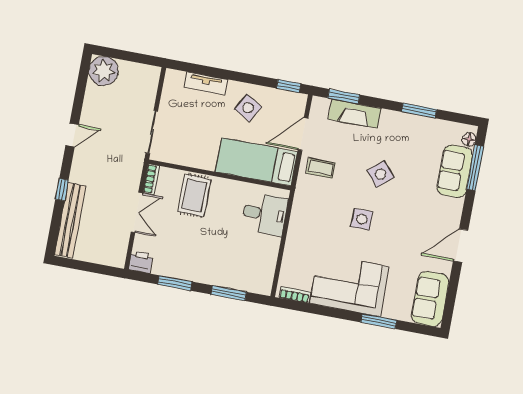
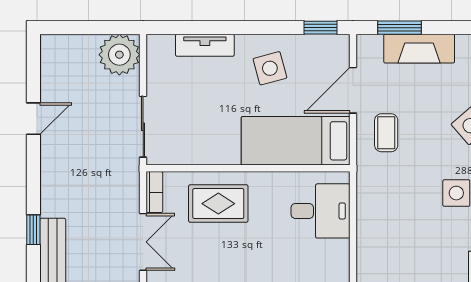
plant: (104, 71) -> (119, 55), moved
side table: (248, 108) -> (270, 68), turned 45
door: (72, 135) -> (33, 119), moved
coffee table: (321, 168) -> (386, 133), turned 90
rug: (194, 195) -> (218, 204), turned 90

